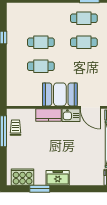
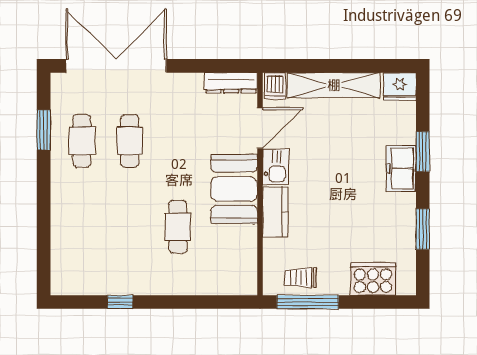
cafe table: (41, 42) -> (130, 227), removed
cooker: (23, 177) -> (373, 279), moved, turned 90
freezer: (58, 178) -> (401, 168), moved
window: (78, 189) -> (423, 152), added

